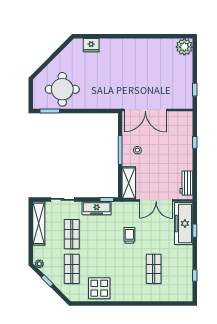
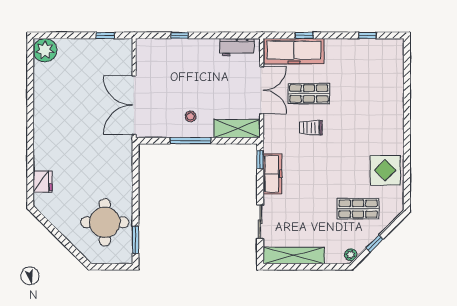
double door: (145, 110) -> (134, 105), swing flipped
shop shelf: (72, 234) -> (309, 209), removed
shop shelf: (154, 269) -> (309, 93), moved

